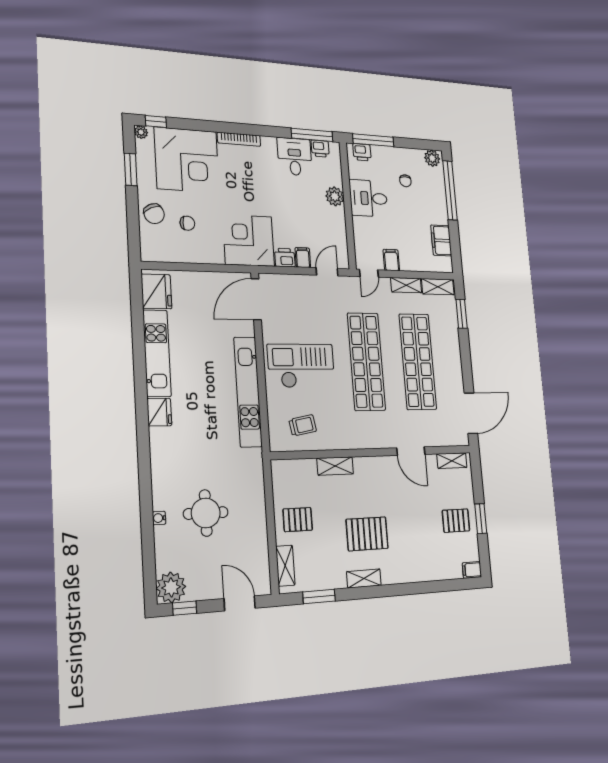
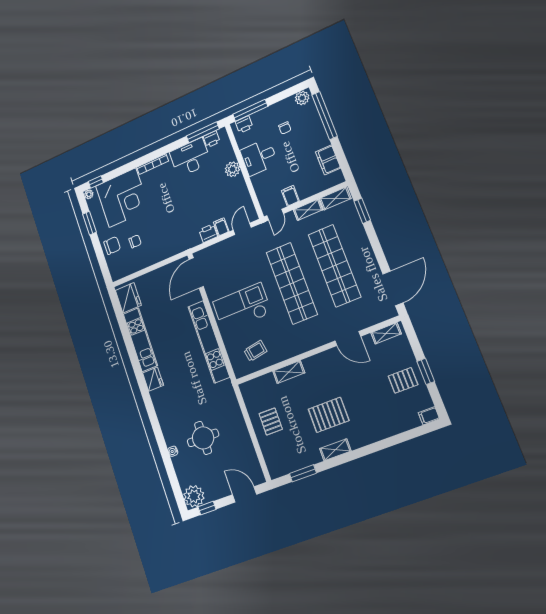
desk: (295, 157) -> (190, 158), width x1.37
chair: (154, 214) -> (112, 246), turned -66
corner desk: (249, 240) -> (179, 233), removed
pallet: (298, 520) -> (271, 421), turned 90
shelving: (285, 566) -> (271, 458), removed

